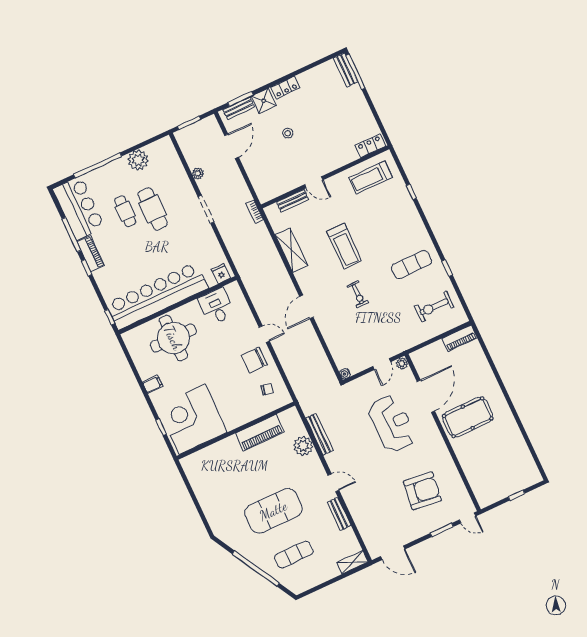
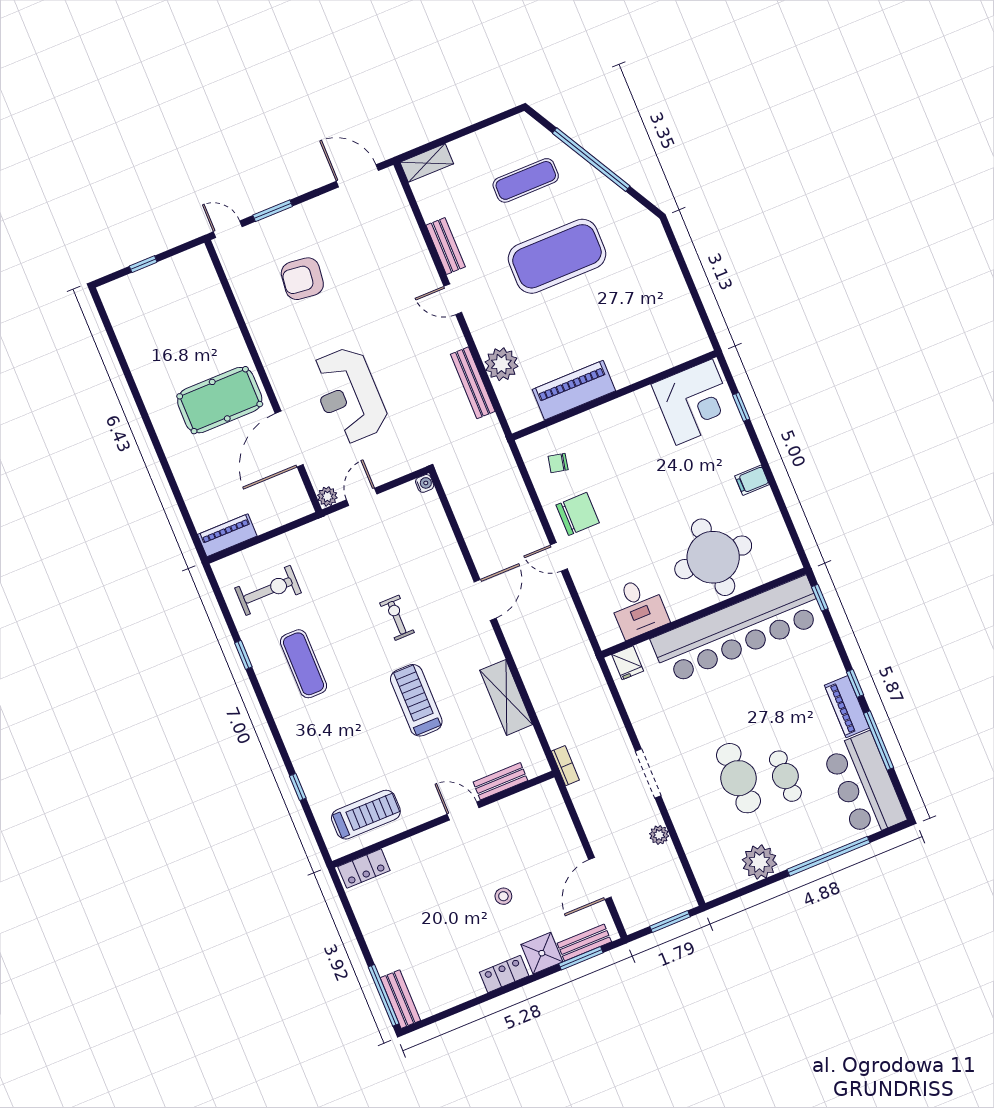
exercise mat: (411, 264) -> (303, 664), turned 90
corner desk: (192, 419) -> (694, 402), width x0.74, depth x0.74
armchair: (422, 491) -> (302, 279), width x0.73, depth x0.73

